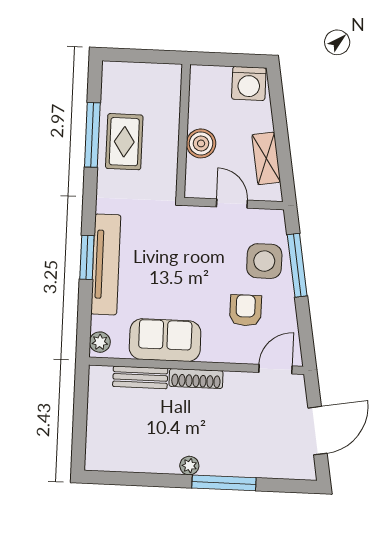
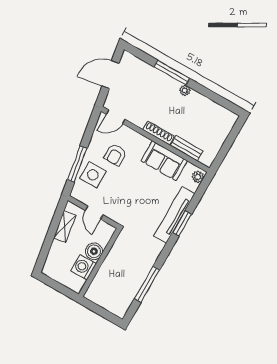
washing machine: (249, 83) -> (84, 267), moved, turned -90
rug: (124, 142) -> (133, 272), removed

